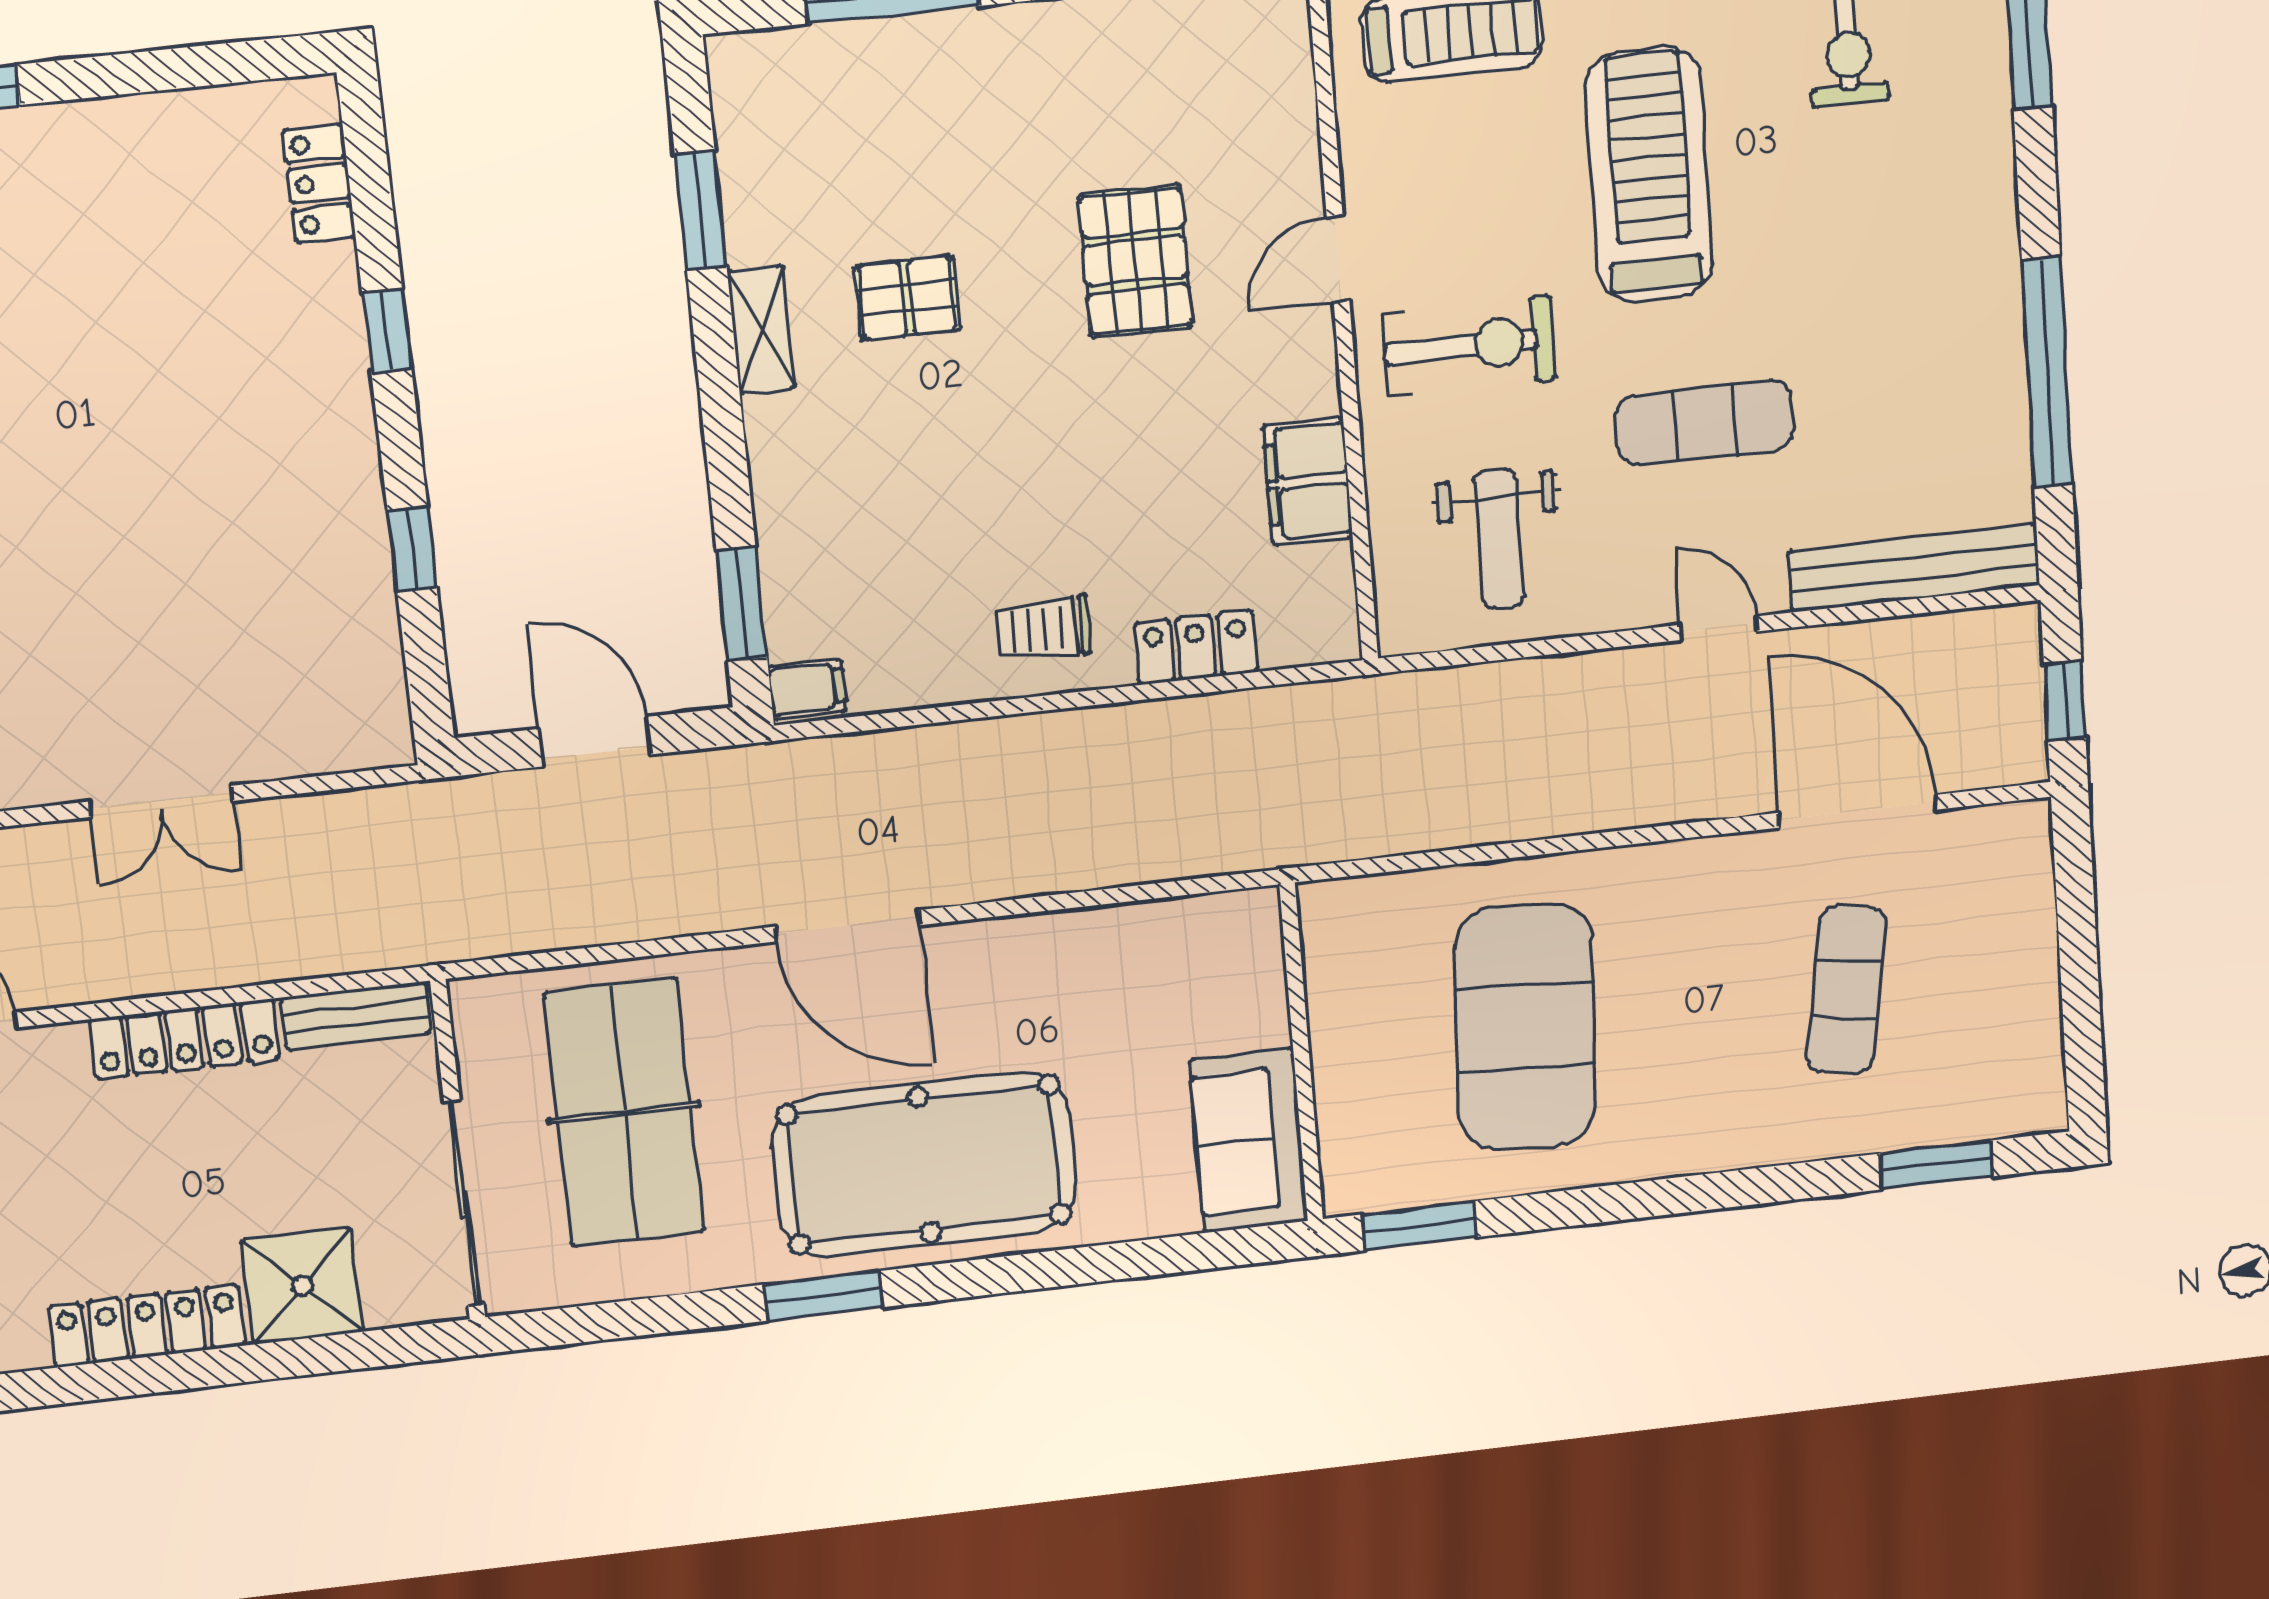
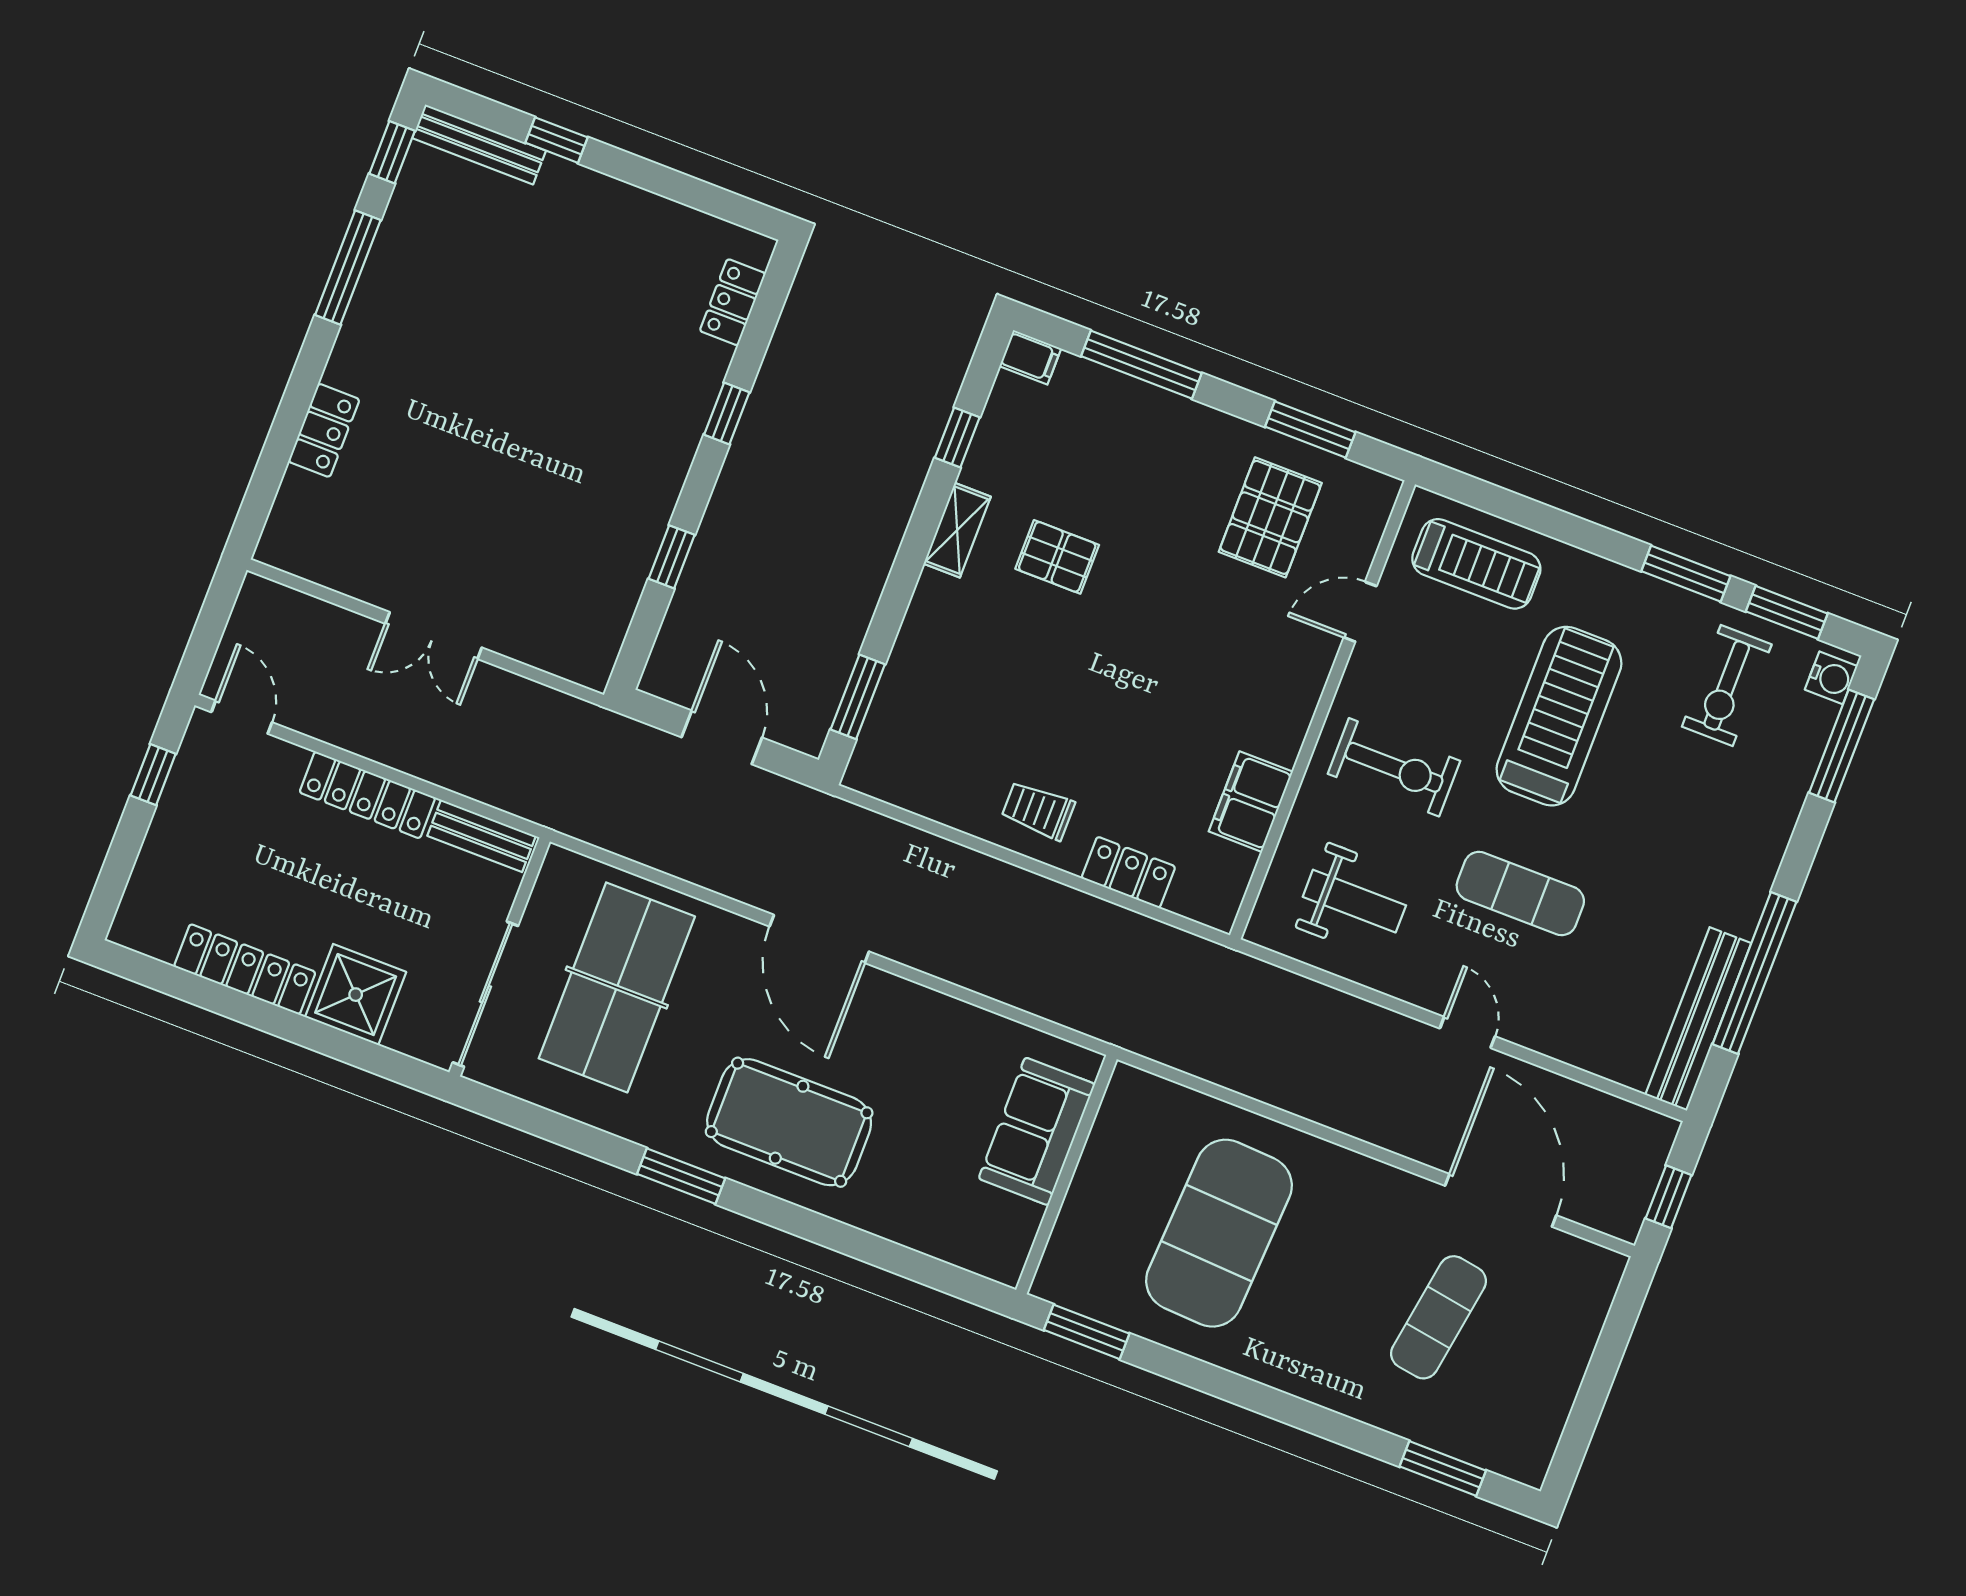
window: (701, 211) -> (957, 437), width x0.67
door: (1338, 259) -> (1360, 612), moved
pallet: (1136, 261) -> (1270, 517), moved
weight bench: (1499, 538) -> (1354, 901), turned -90
bench: (1914, 568) -> (1698, 1019), moved, turned 90
filing cabinet: (807, 689) -> (1030, 357), moved
sofa: (1249, 1141) -> (1037, 1131), moved
pool table: (924, 1165) -> (789, 1122), width x0.73, depth x0.76

